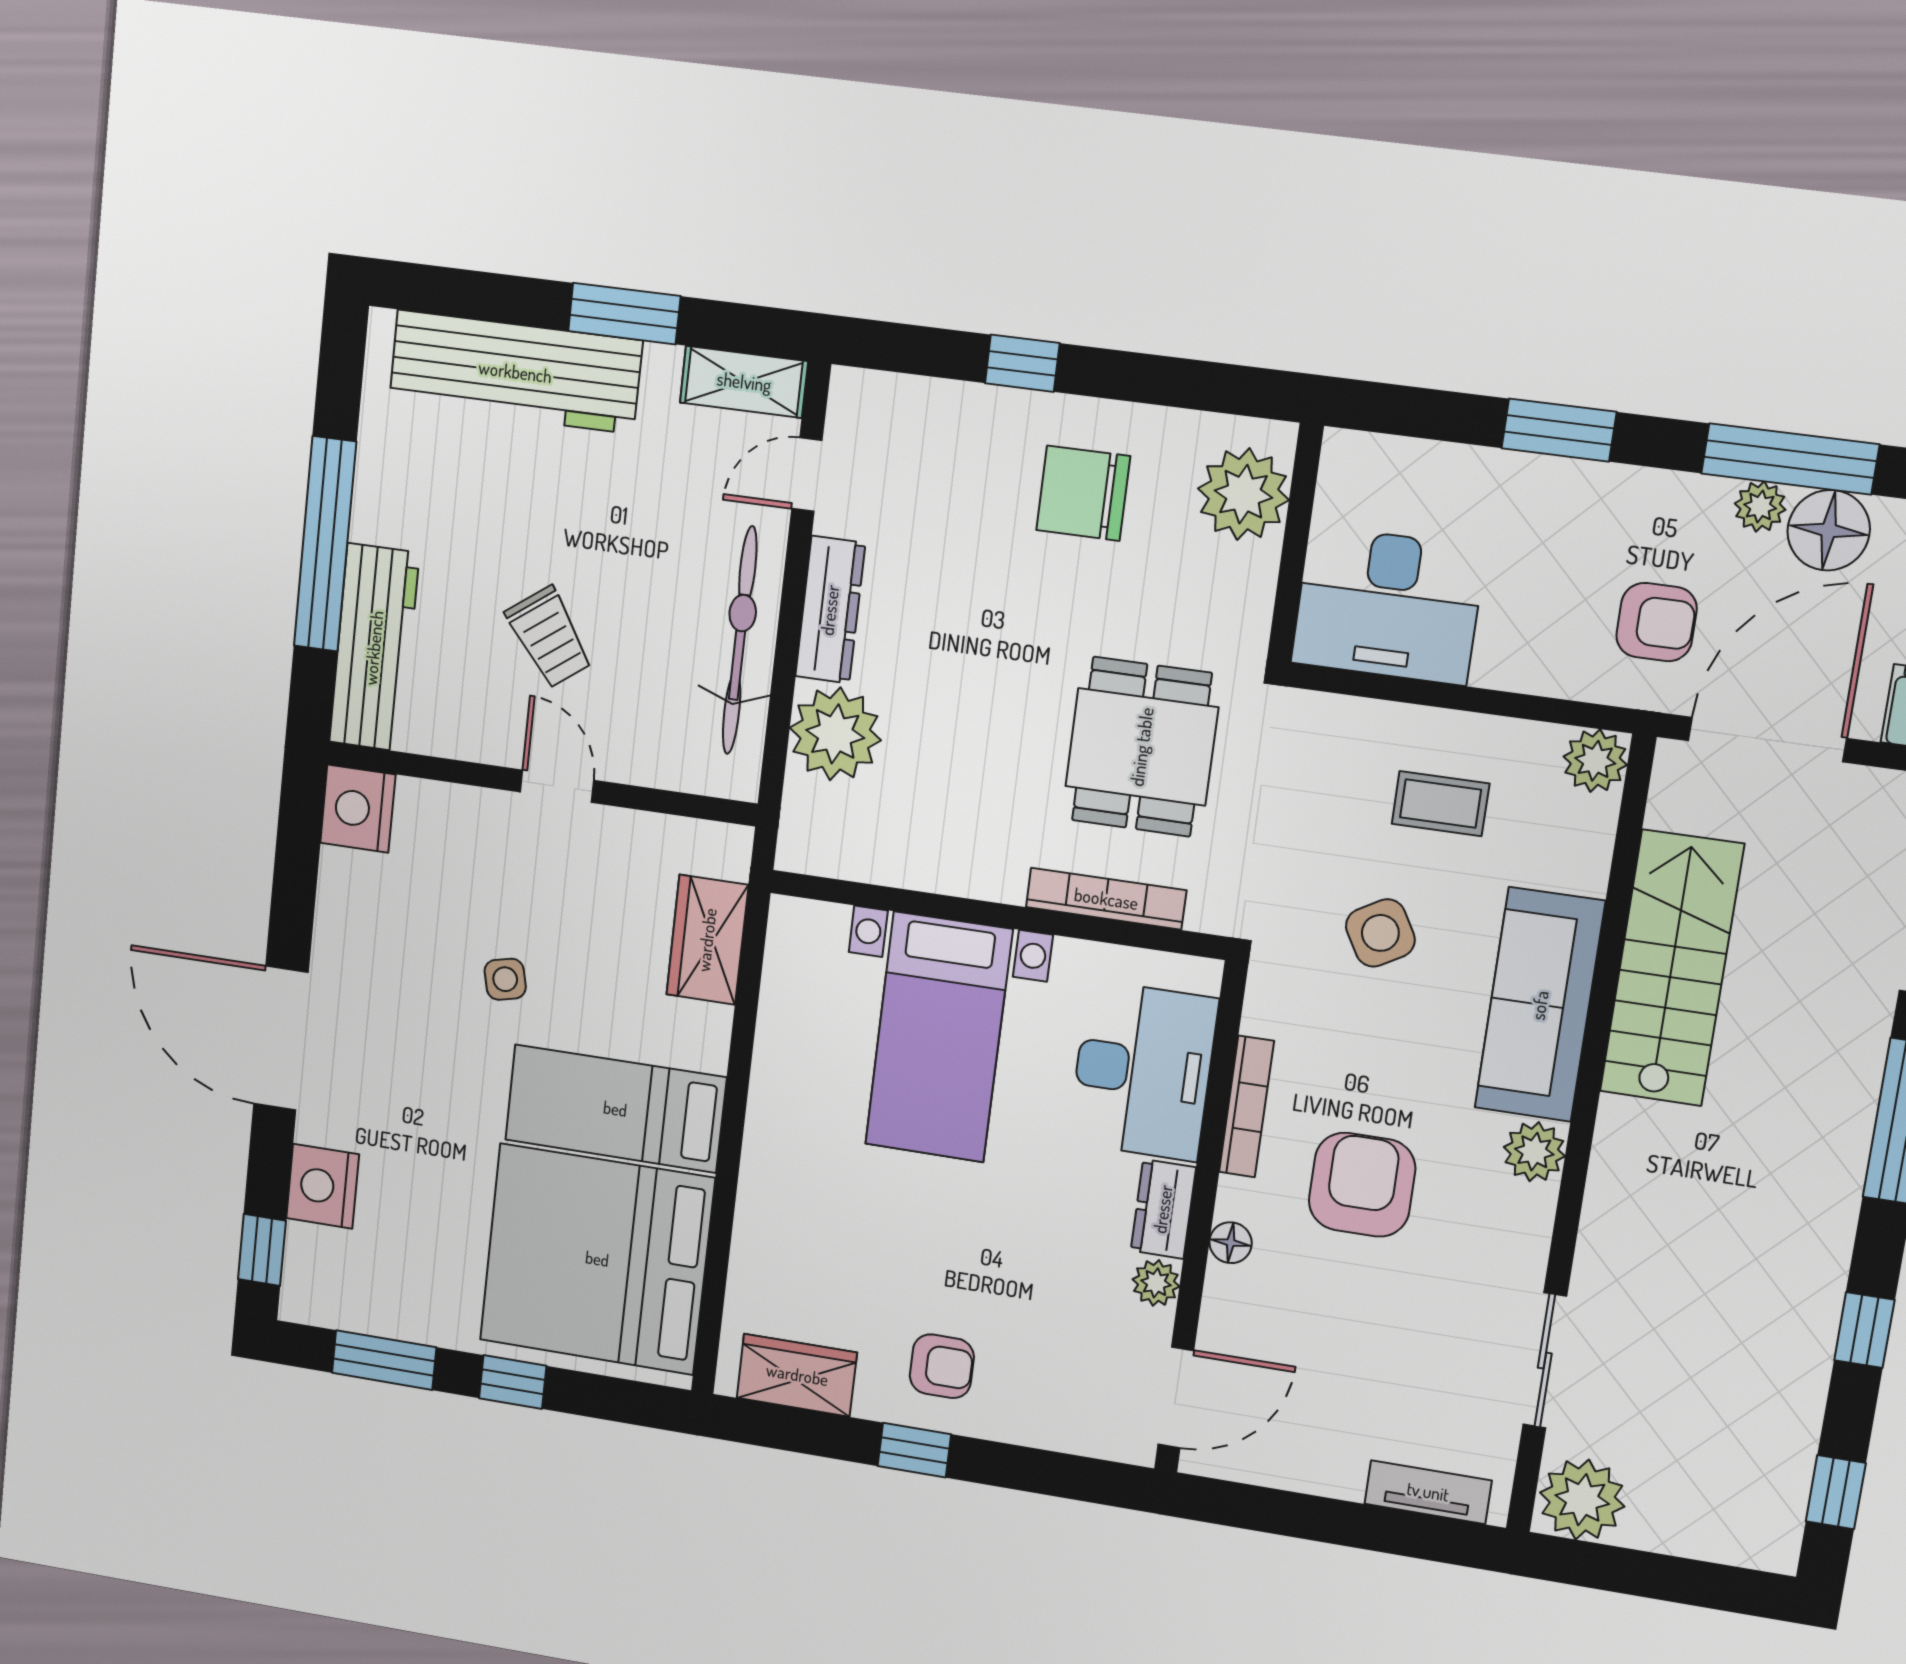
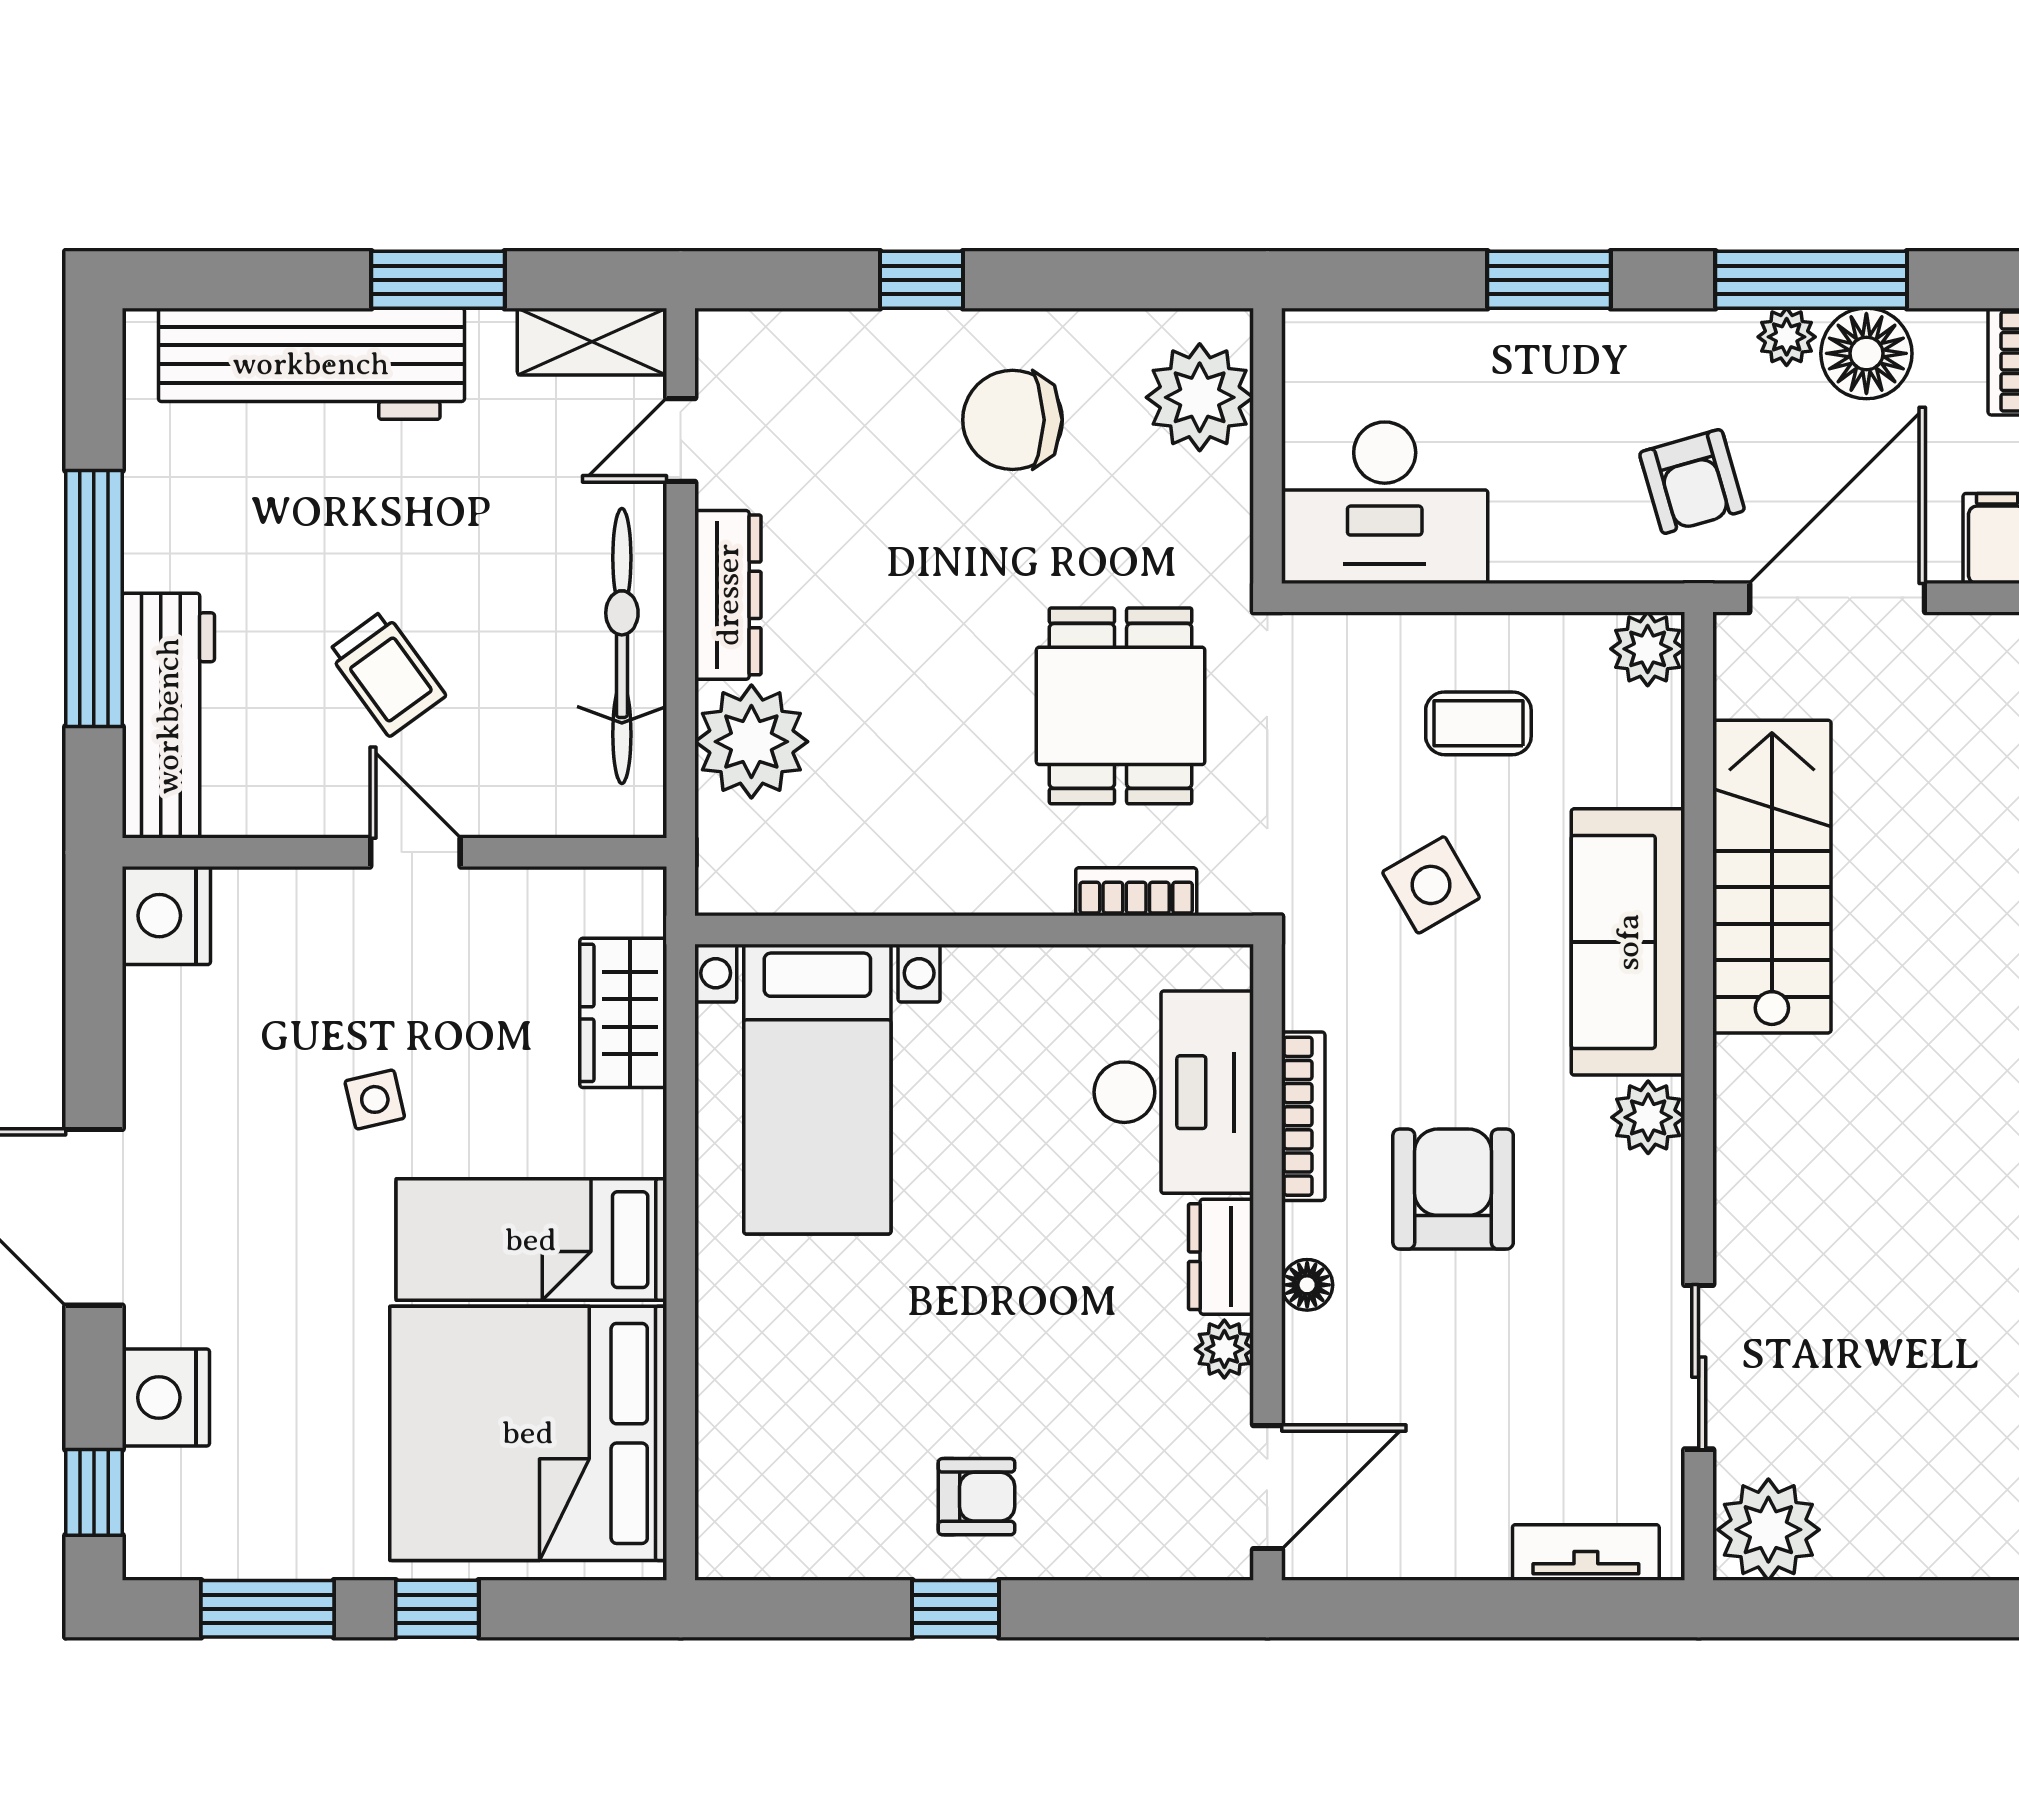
armchair: (1656, 622) -> (1692, 481), turned 74
bookcase: (1106, 899) -> (1136, 892), width x0.64
bed with nightstands: (939, 1037) -> (817, 1089), moved
wardrobe: (797, 1375) -> (797, 1539), removed

